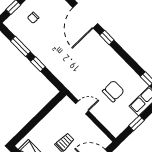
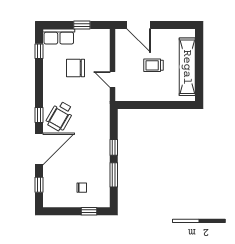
wheelchair: (93, 50) -> (60, 116), added

